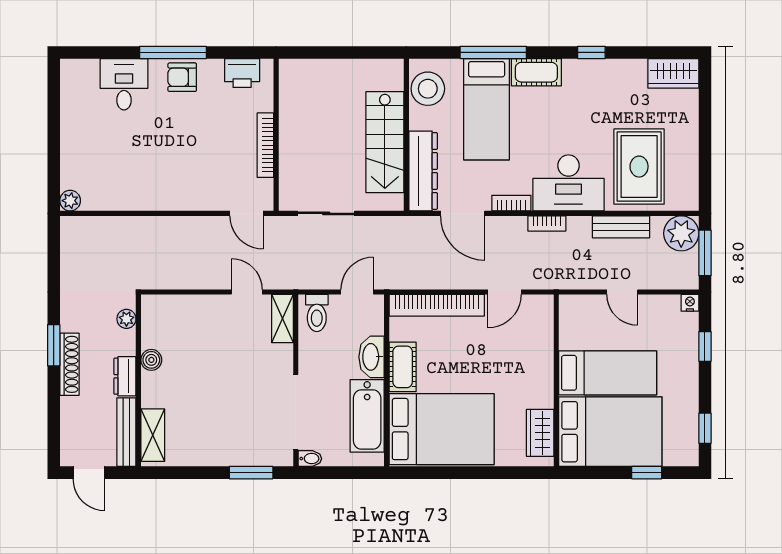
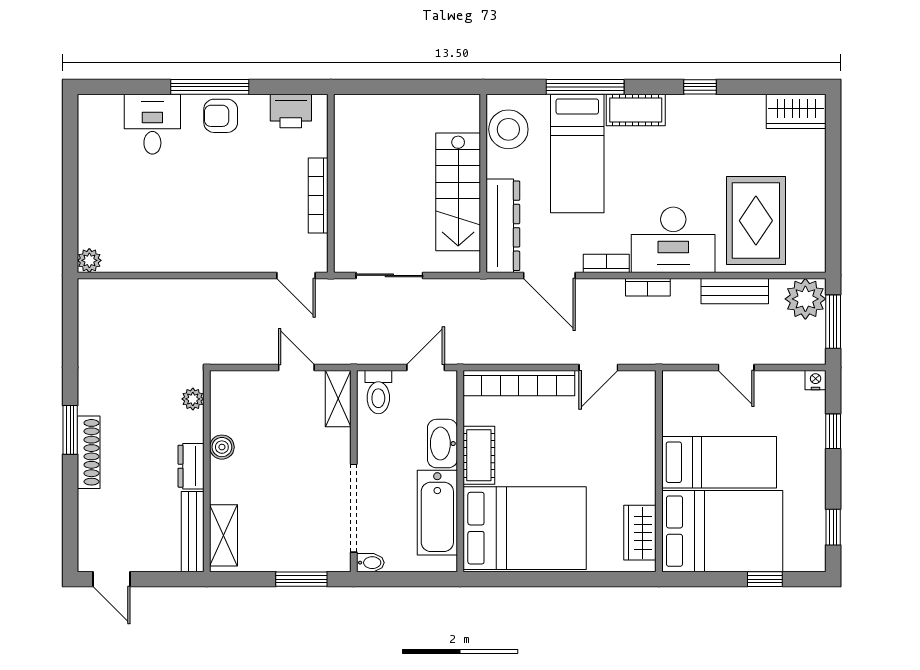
plant: (126, 319) -> (193, 399), moved
boiler: (151, 360) -> (222, 447), moved
dresser: (125, 376) -> (191, 466), moved
wall: (138, 380) -> (207, 471), moved
bench: (126, 432) -> (193, 532), moved
shelving: (153, 435) -> (224, 535), moved

